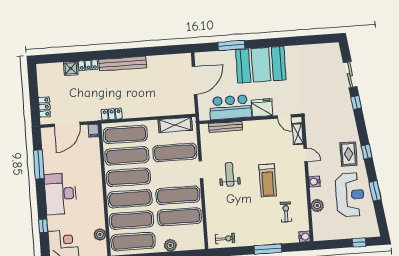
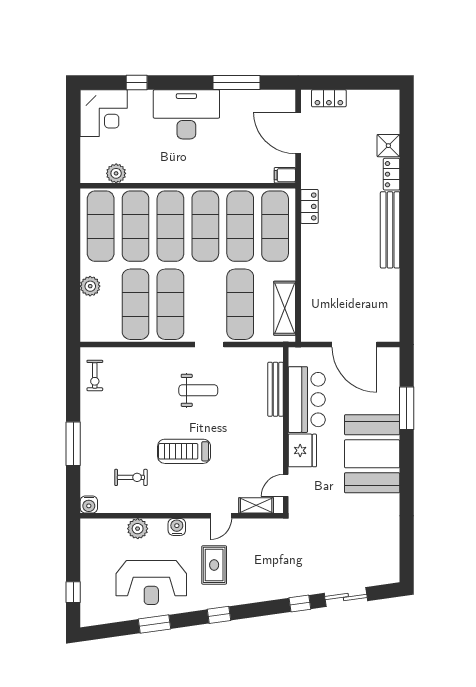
rug: (349, 154) -> (214, 565), moved, turned 90

